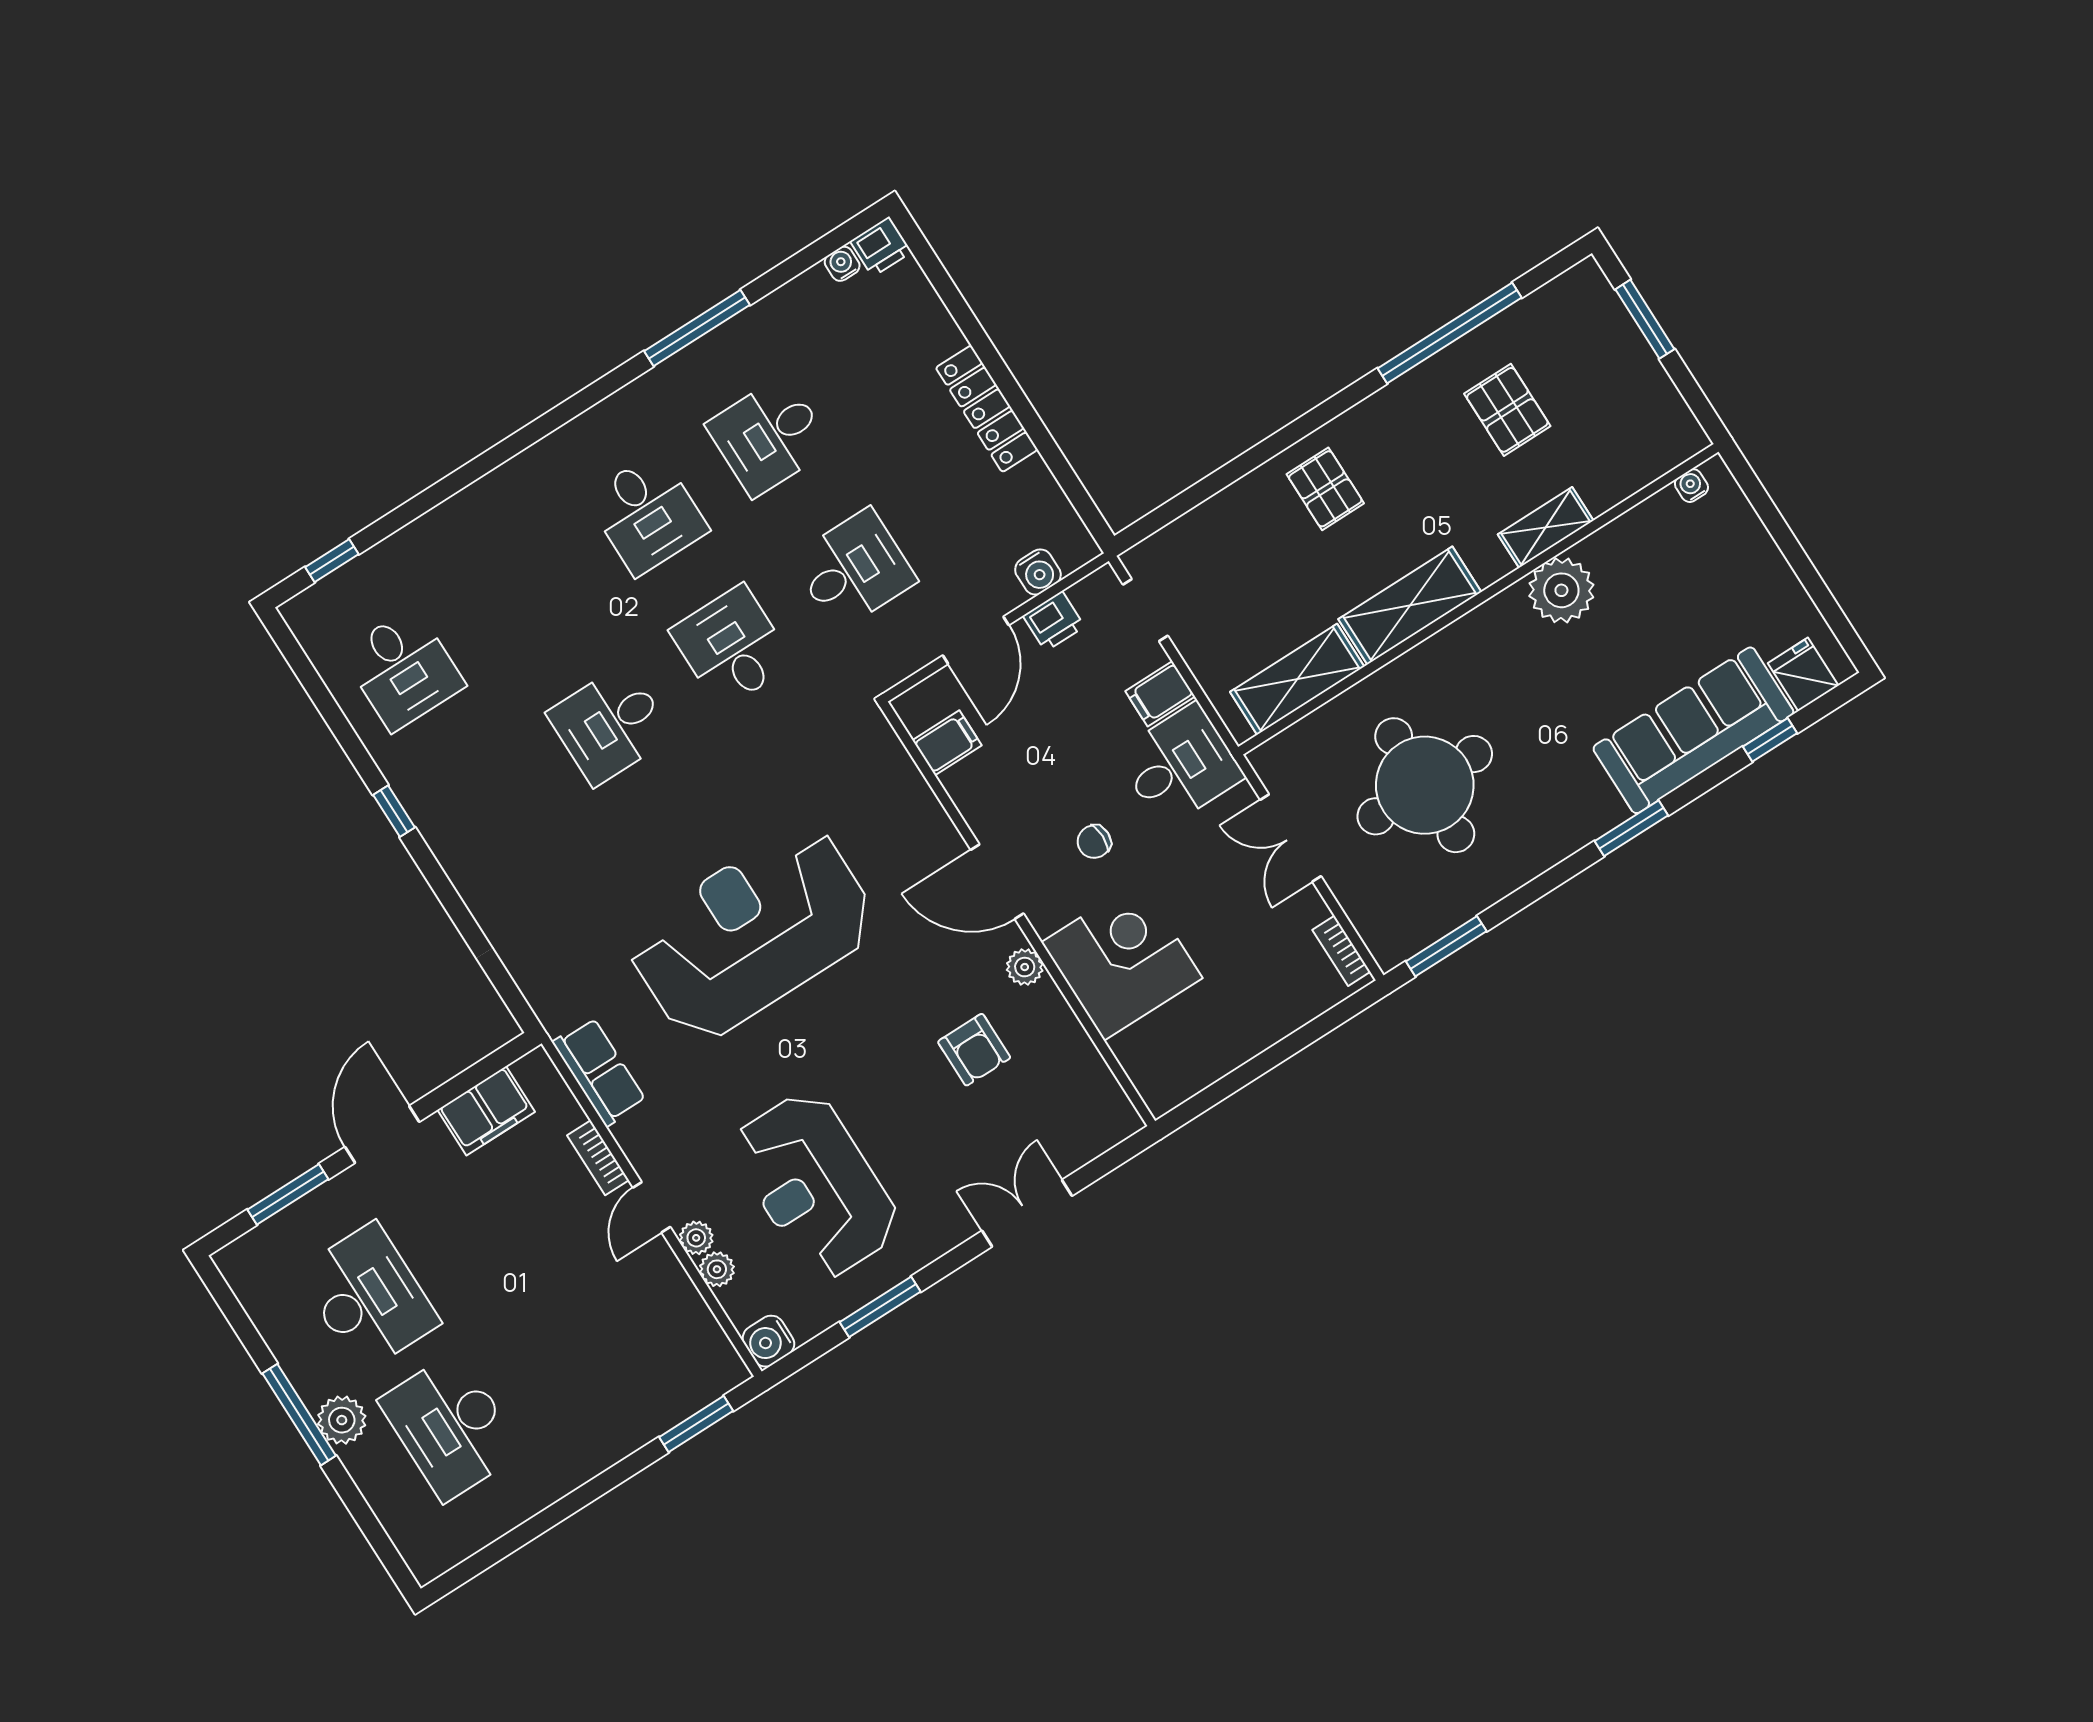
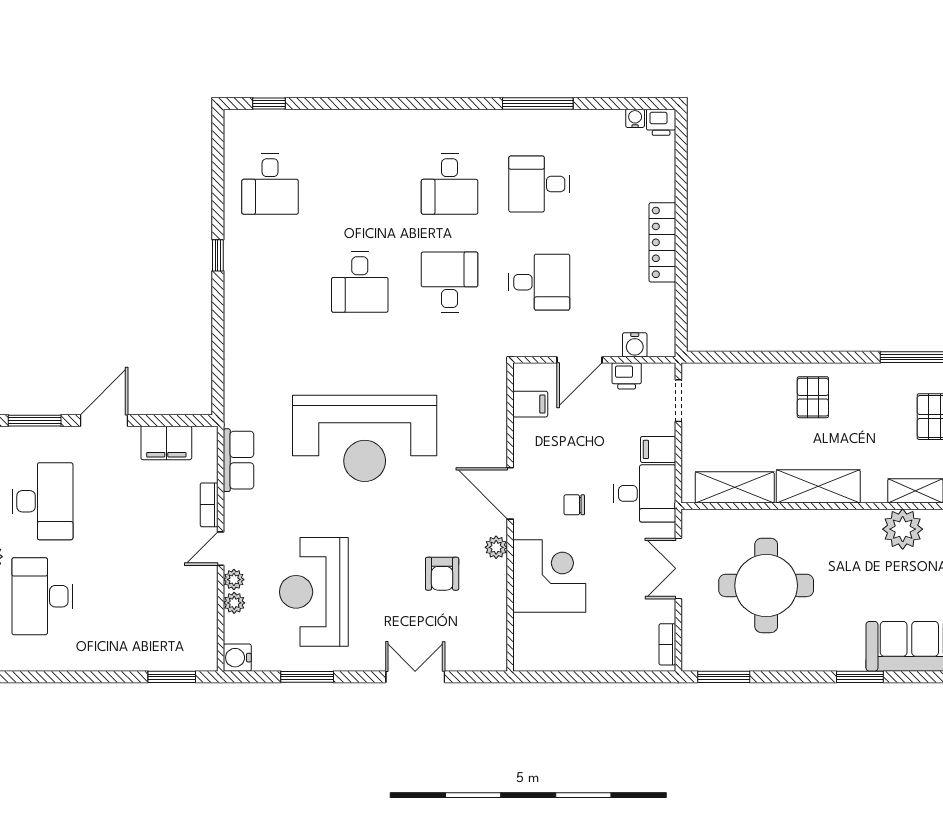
desk: (610, 725) -> (360, 282), turned -90
reception desk: (752, 933) -> (365, 438), turned 180

